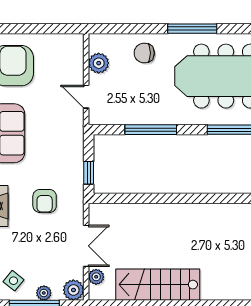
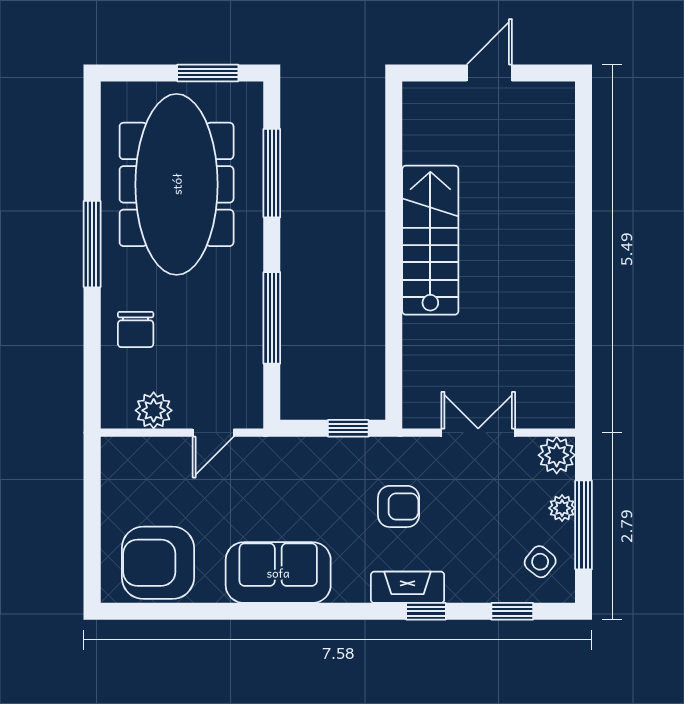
plant: (96, 277) -> (533, 415), removed
stairs: (158, 285) -> (430, 240), moved, turned 180

